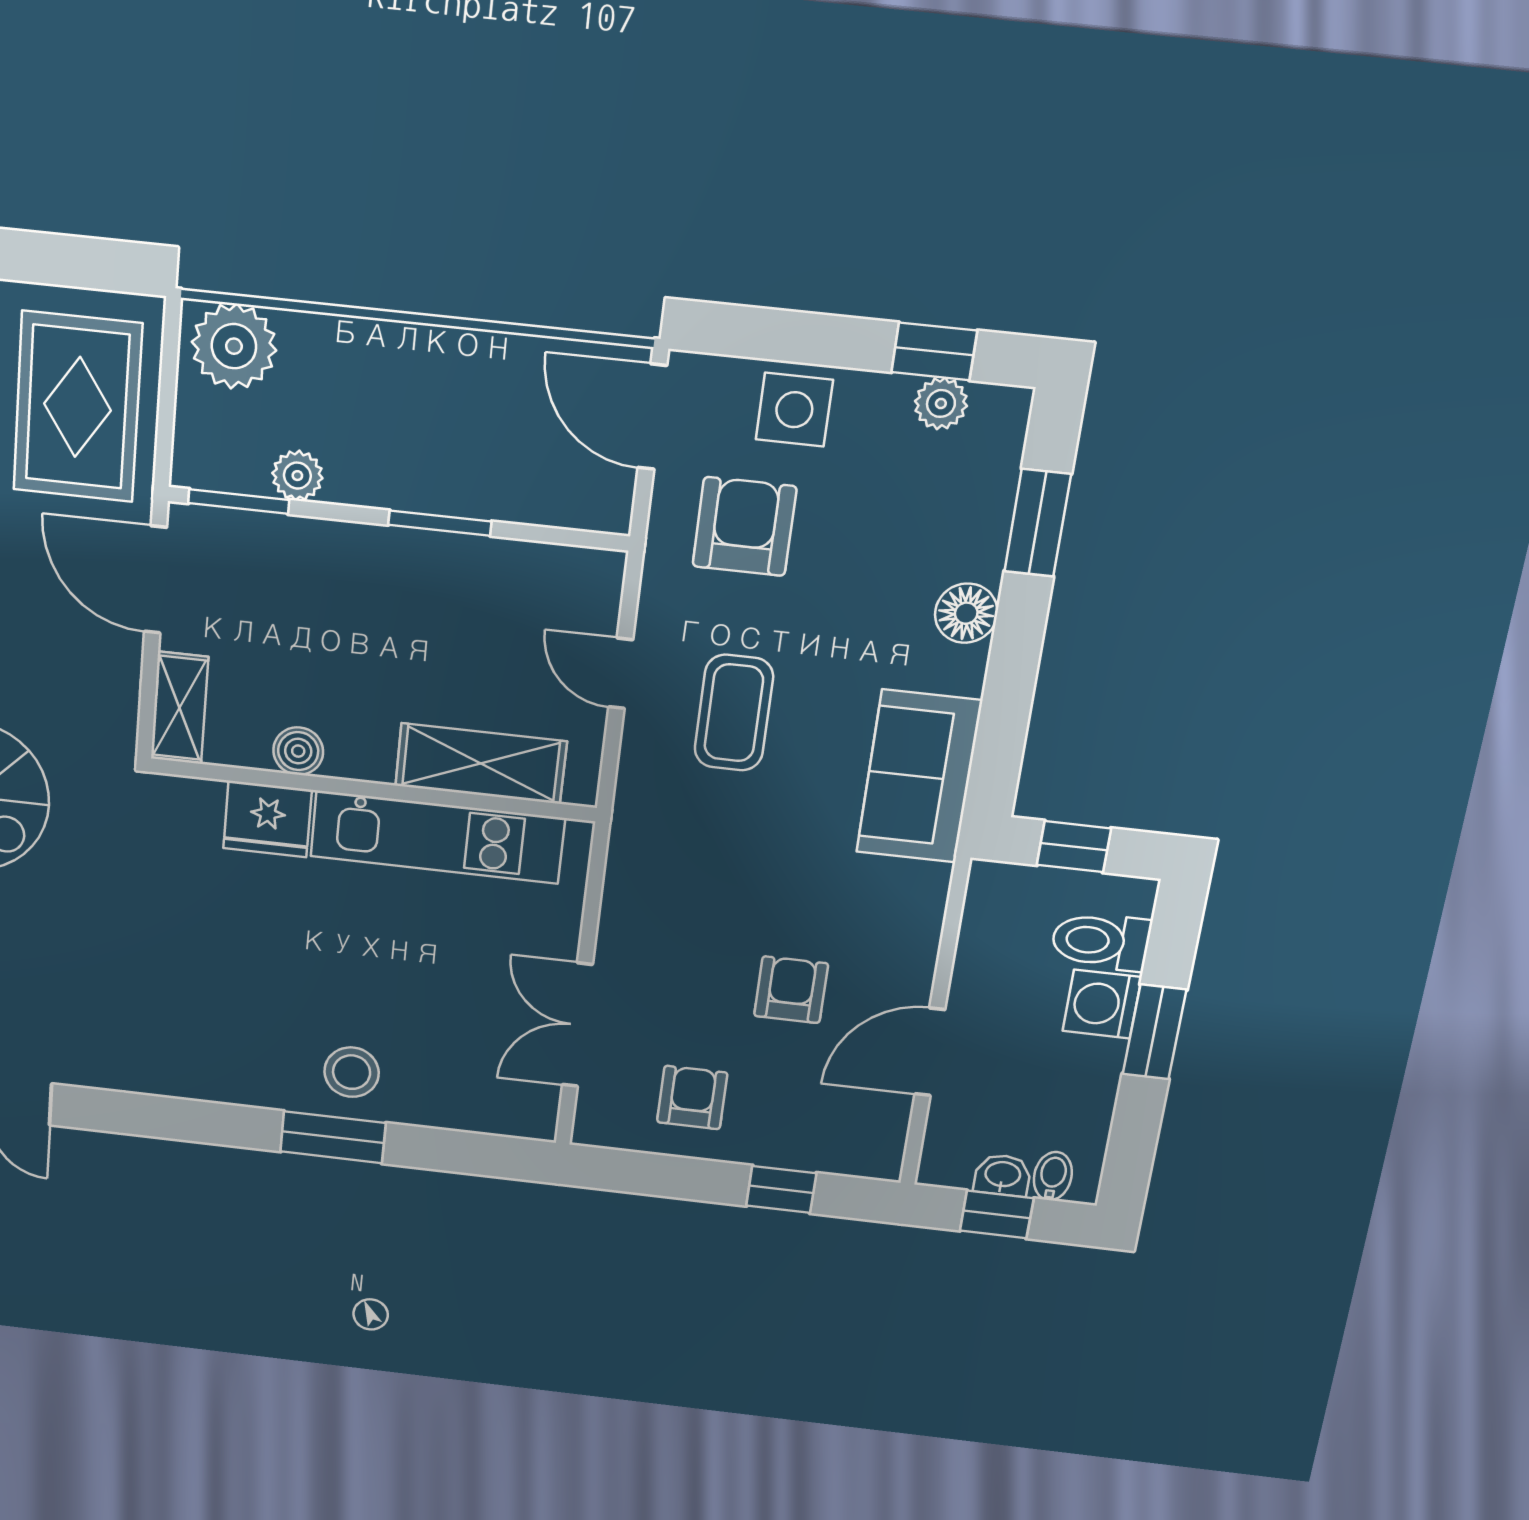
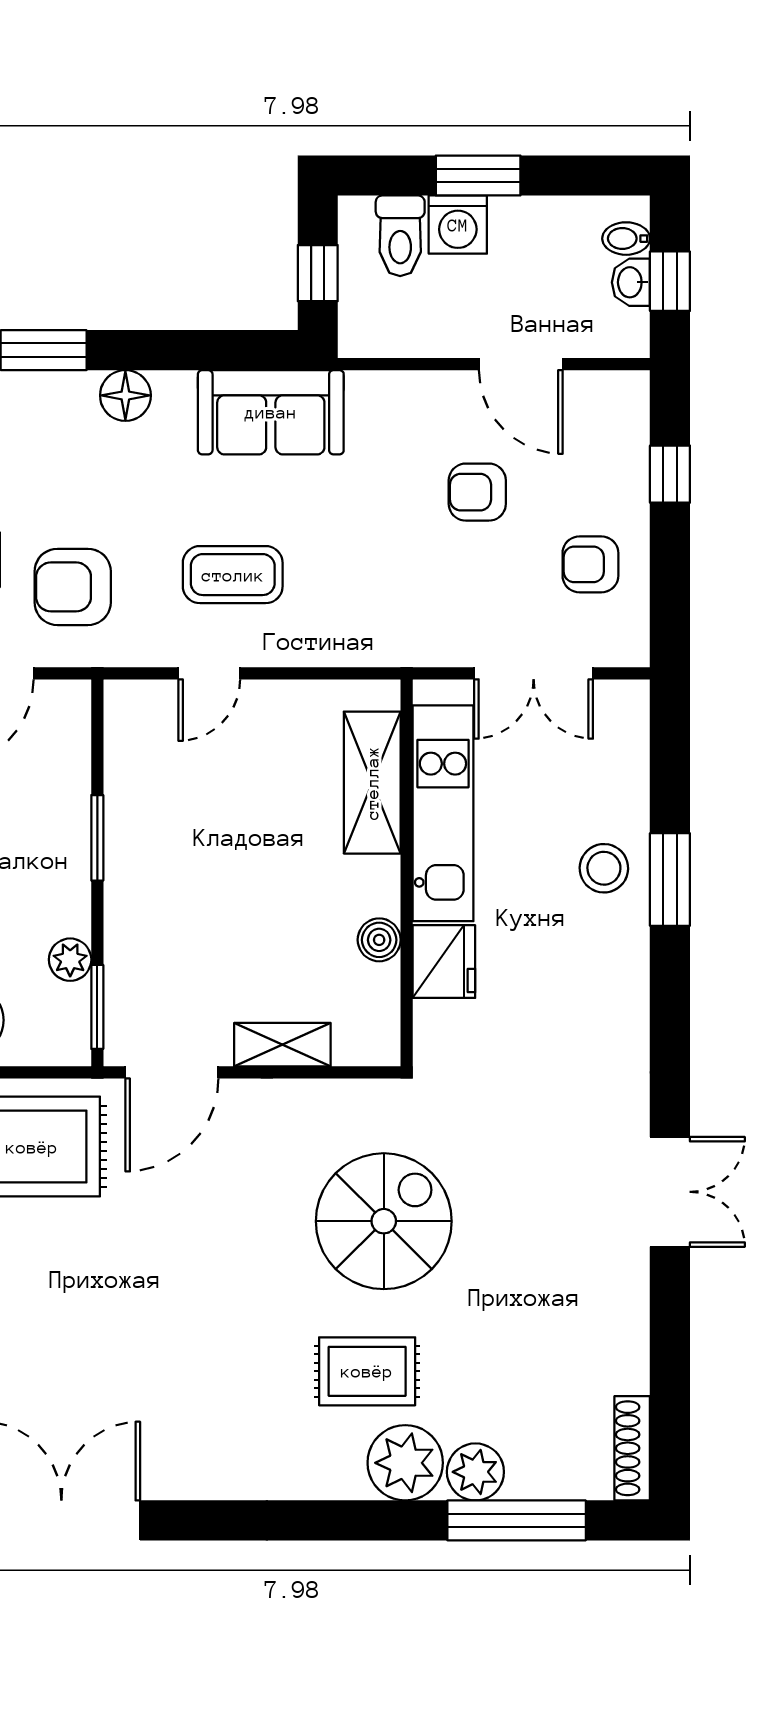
boiler: (298, 751) -> (379, 940), moved
shelving: (481, 764) -> (372, 783), moved
wall: (373, 790) -> (407, 873), moved
fridge: (267, 819) -> (444, 962), moved
kitchen unit: (437, 837) -> (443, 813), moved

